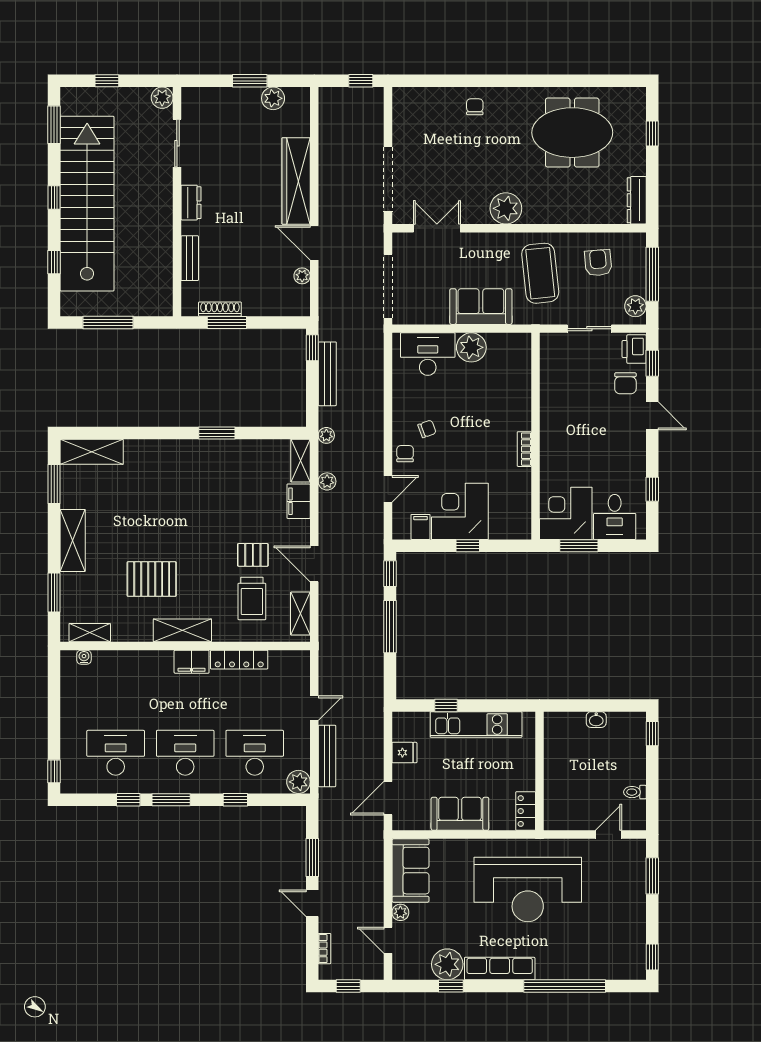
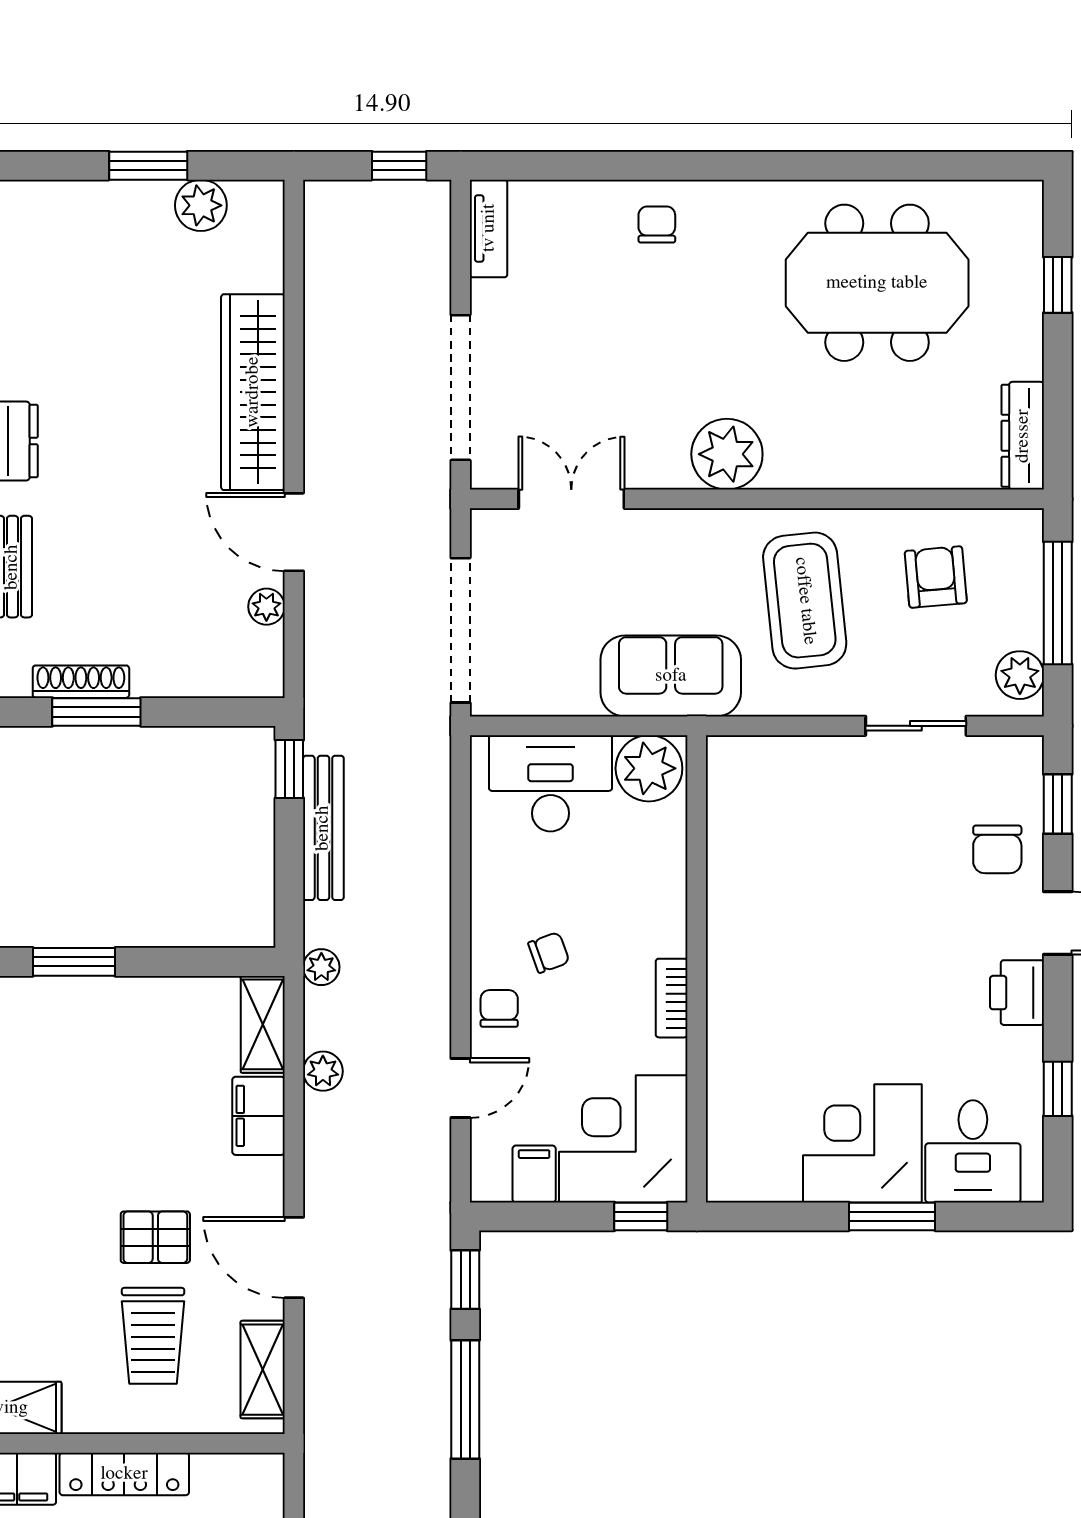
tv unit: (400, 109) -> (489, 228), added
printer: (634, 349) -> (1017, 993), moved
wall: (535, 436) -> (697, 969), moved
bookcase: (524, 449) -> (672, 998), moved

